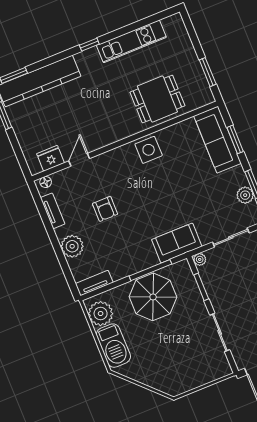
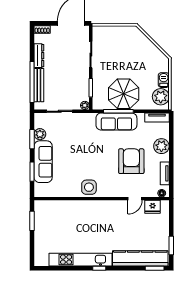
kitchen unit: (131, 41) -> (80, 260), width x1.36
dining table: (157, 99) -> (70, 217), removed
sofa: (217, 140) -> (43, 162), moved
armchair: (105, 209) -> (131, 161), width x1.88, depth x1.88
sofa: (177, 243) -> (116, 122), moved, width x1.36
barbecue: (113, 346) -> (164, 80), width x0.53, depth x0.65

